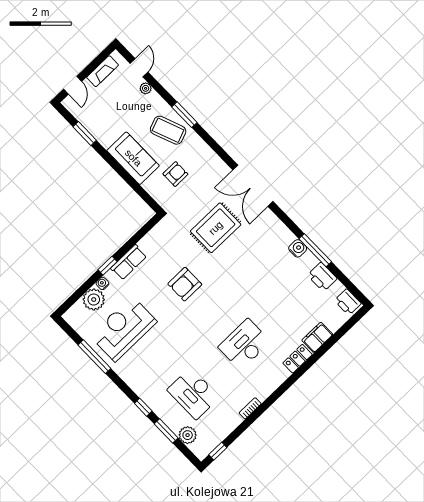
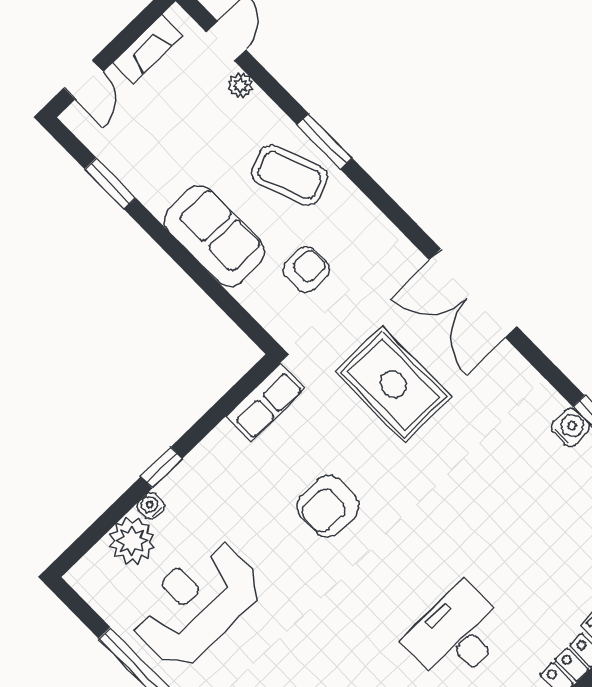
rug: (216, 228) -> (393, 384), turned 90
row of seats: (129, 262) -> (266, 402), moved

